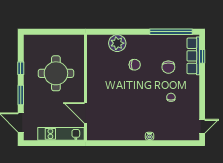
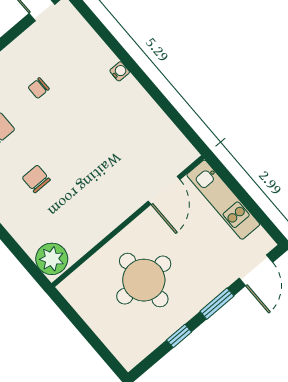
plant: (117, 43) -> (52, 259), moved

